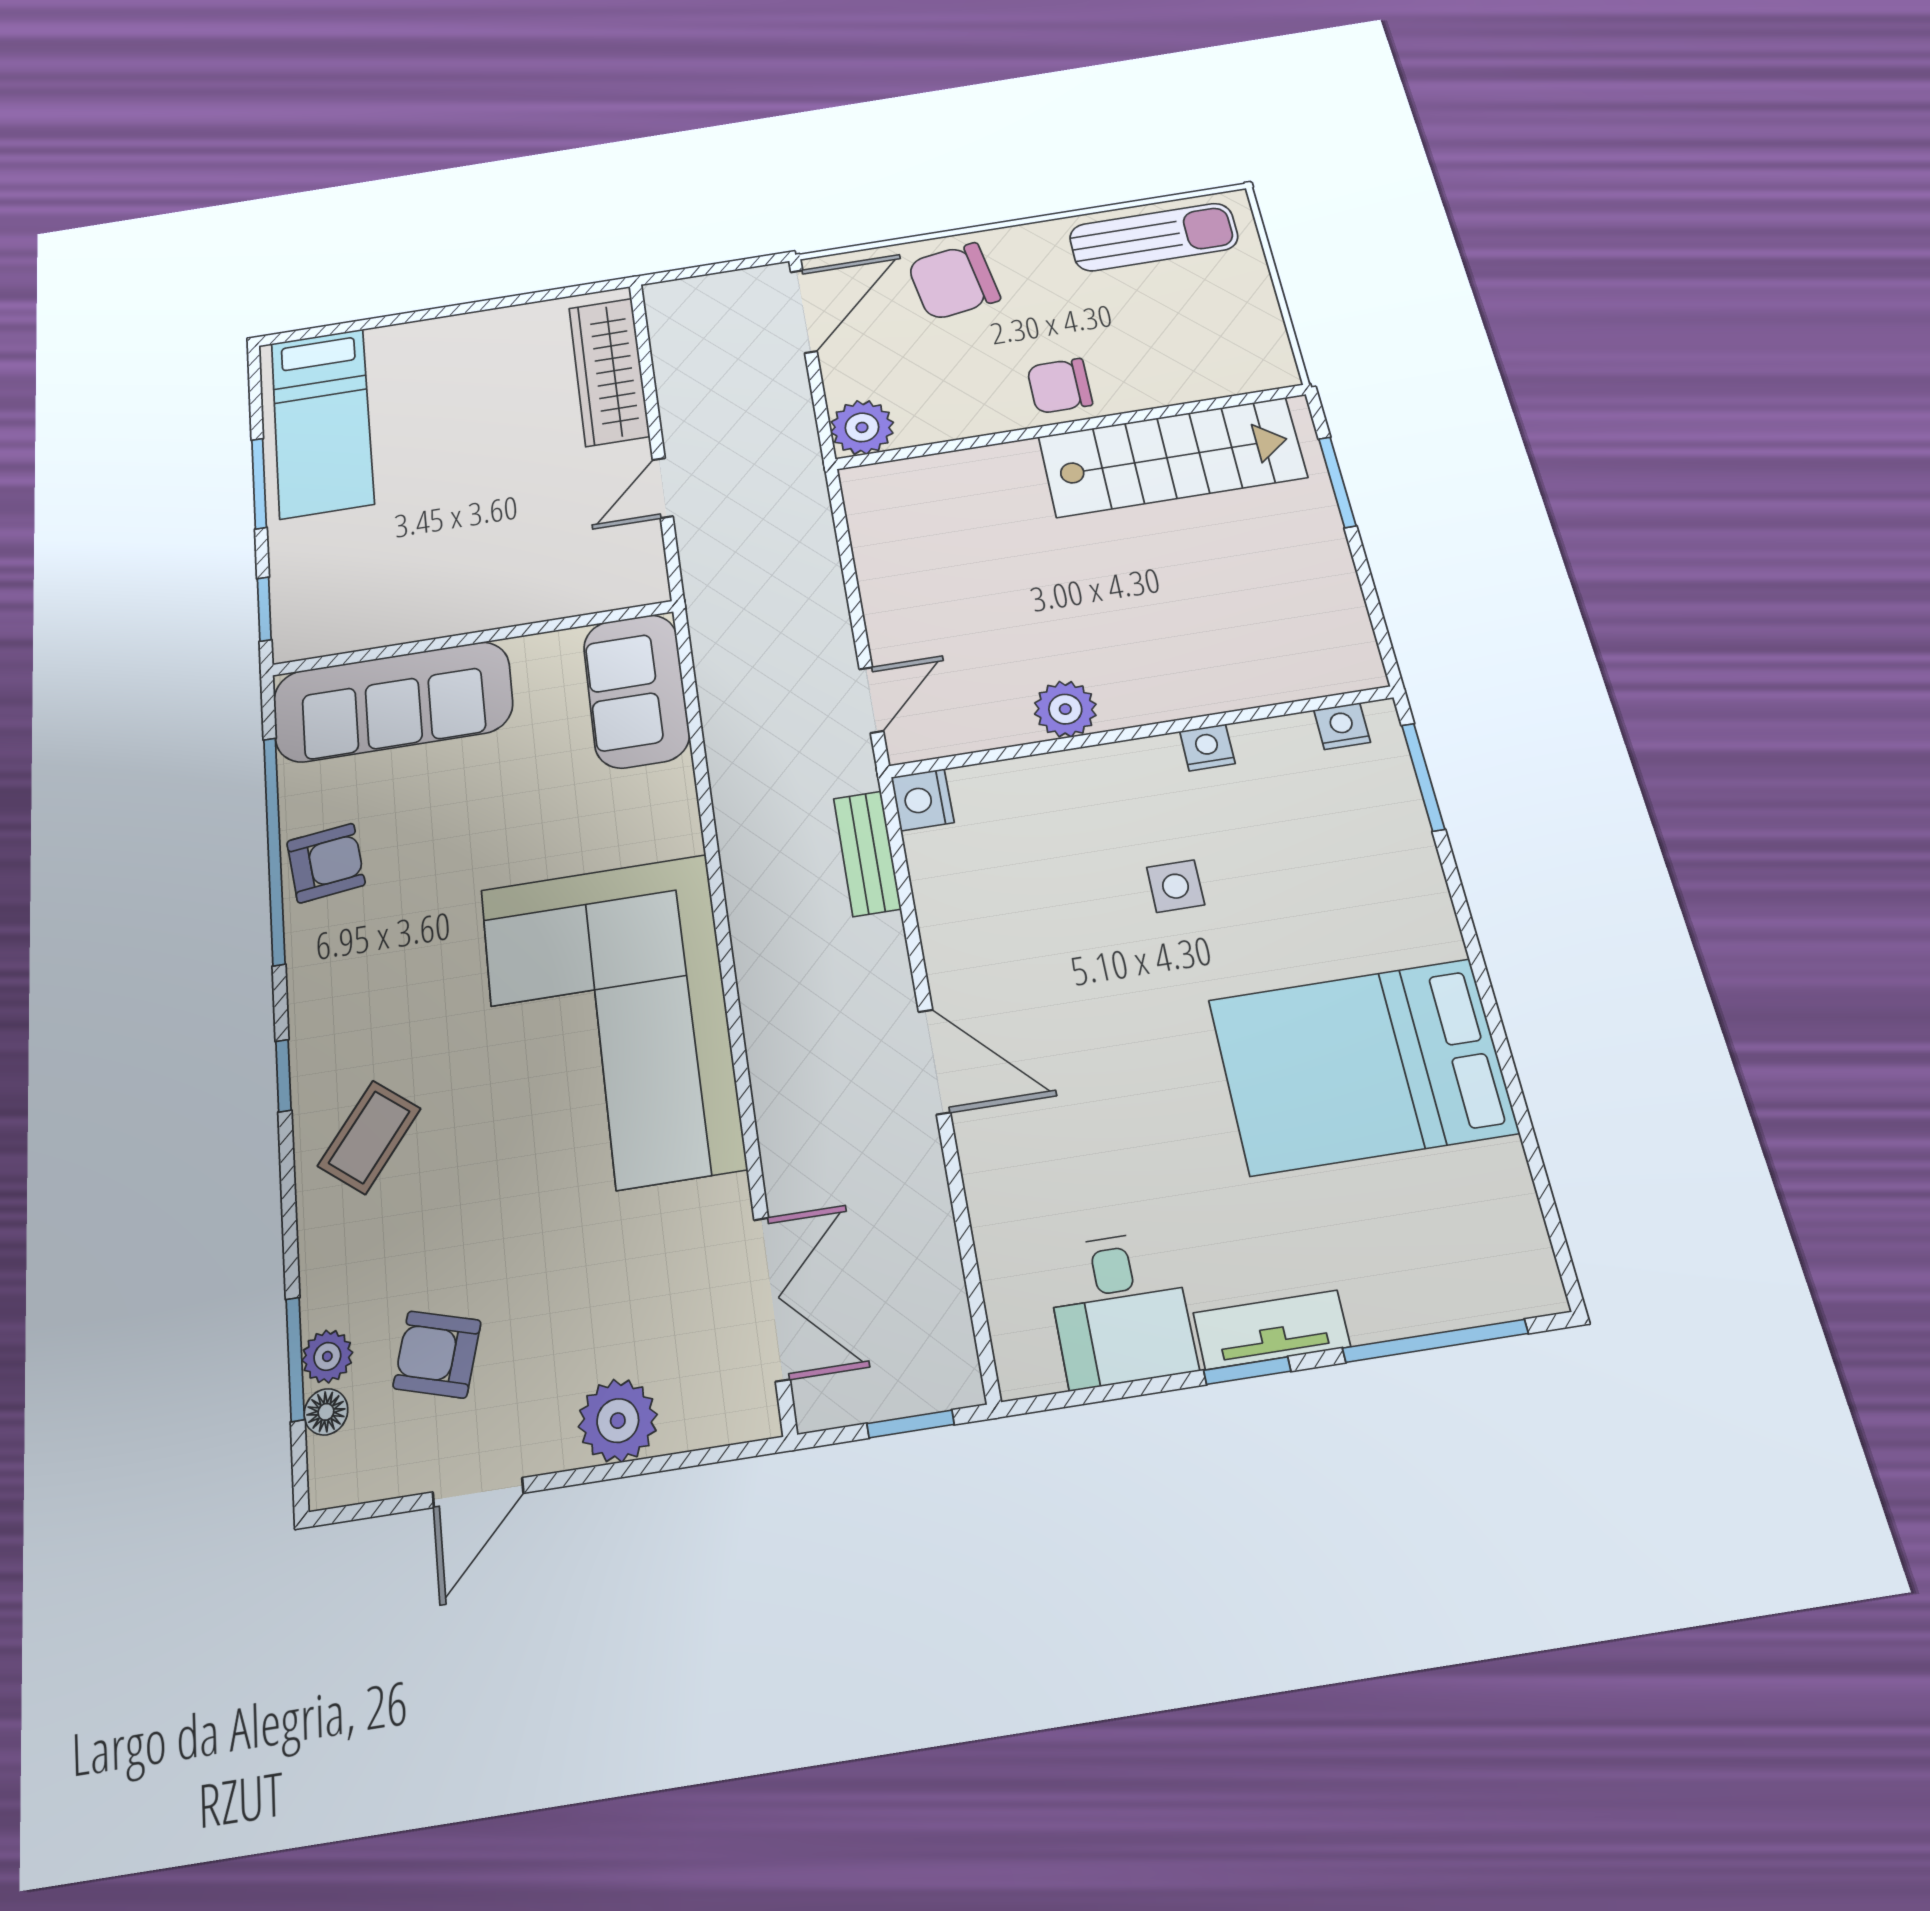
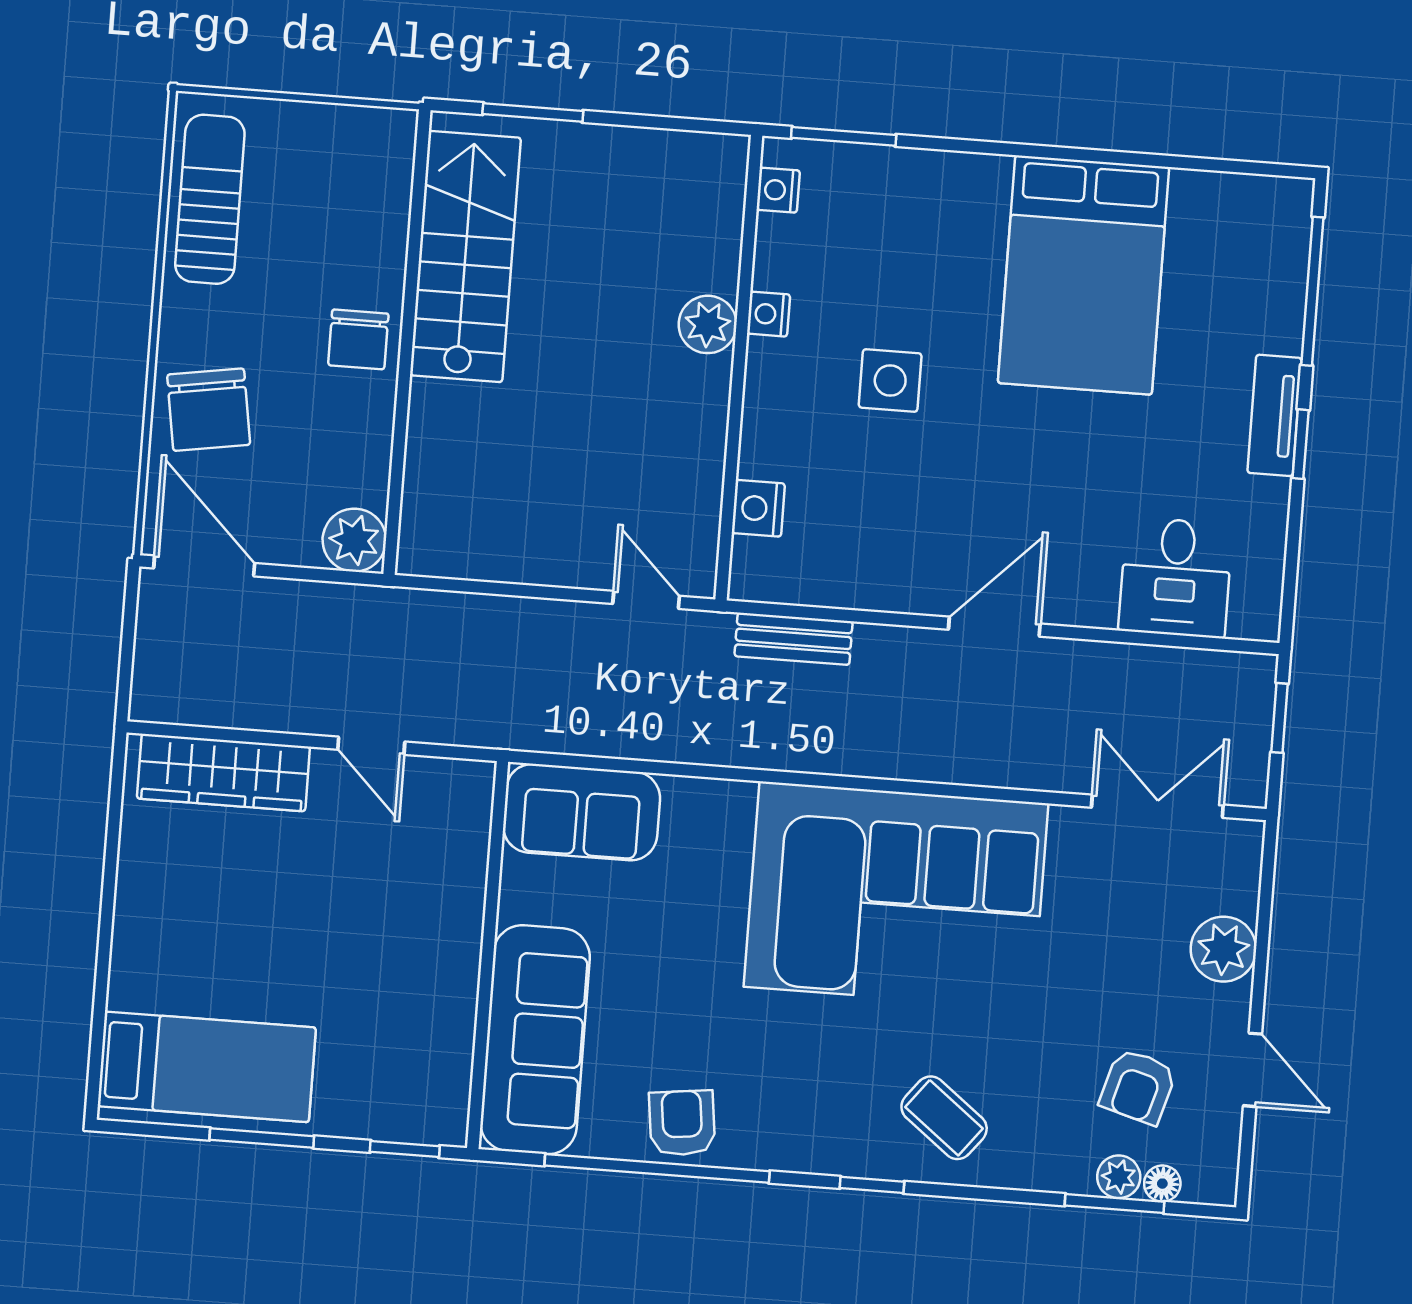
plant: (1065, 709) -> (708, 324), moved
nightstand: (922, 800) -> (758, 508), moved, turned 90
side table: (1175, 886) -> (890, 380), width x1.37, depth x1.37
desk: (1120, 1309) -> (1176, 577), moved, turned 90

